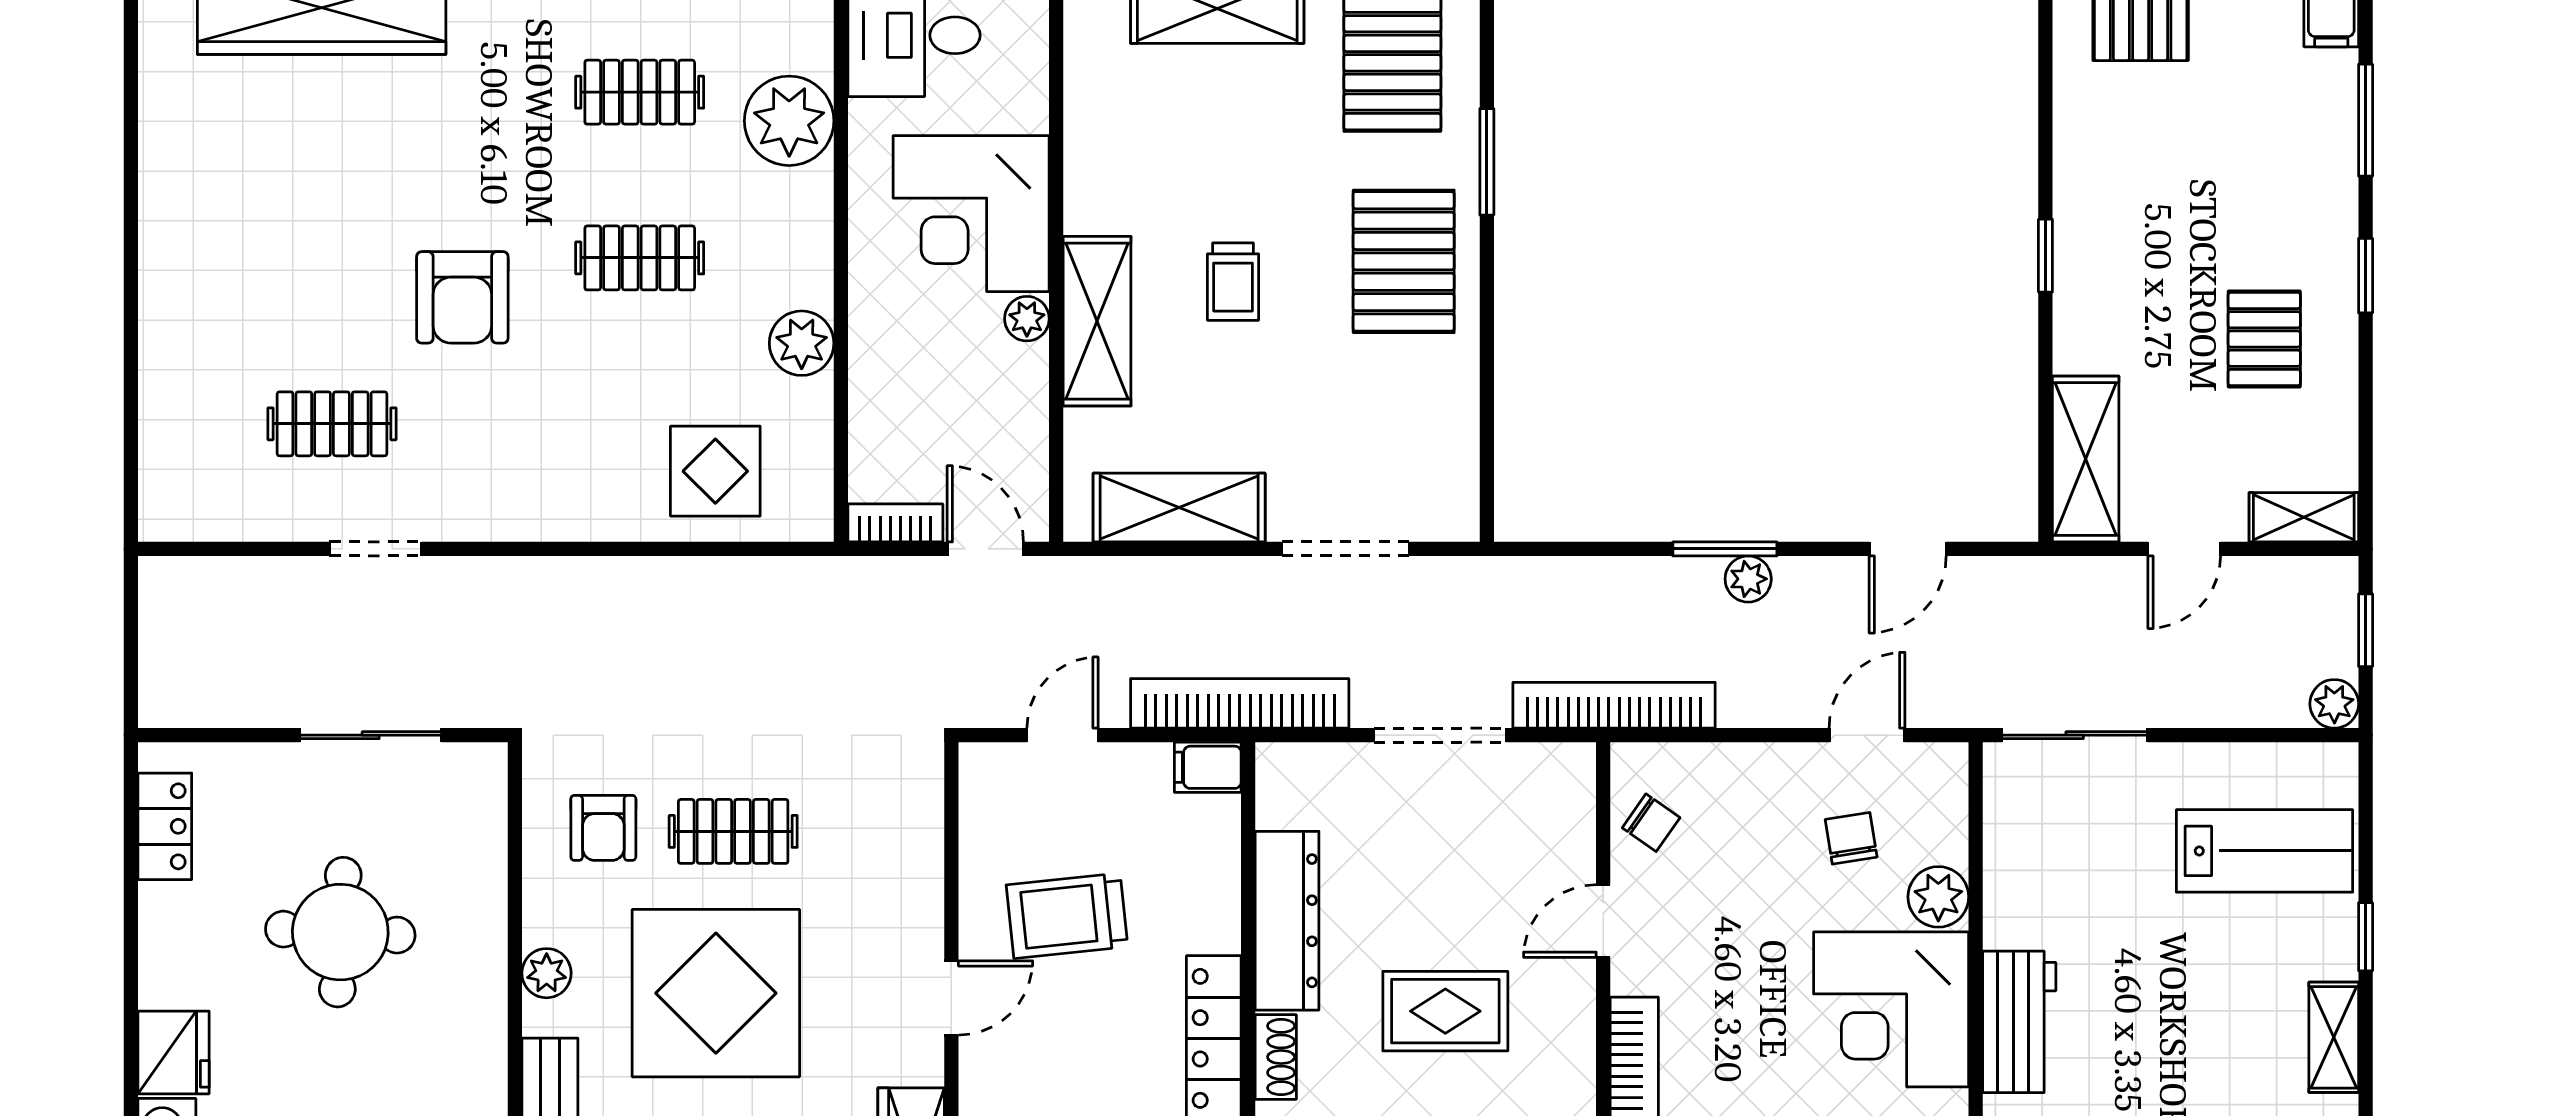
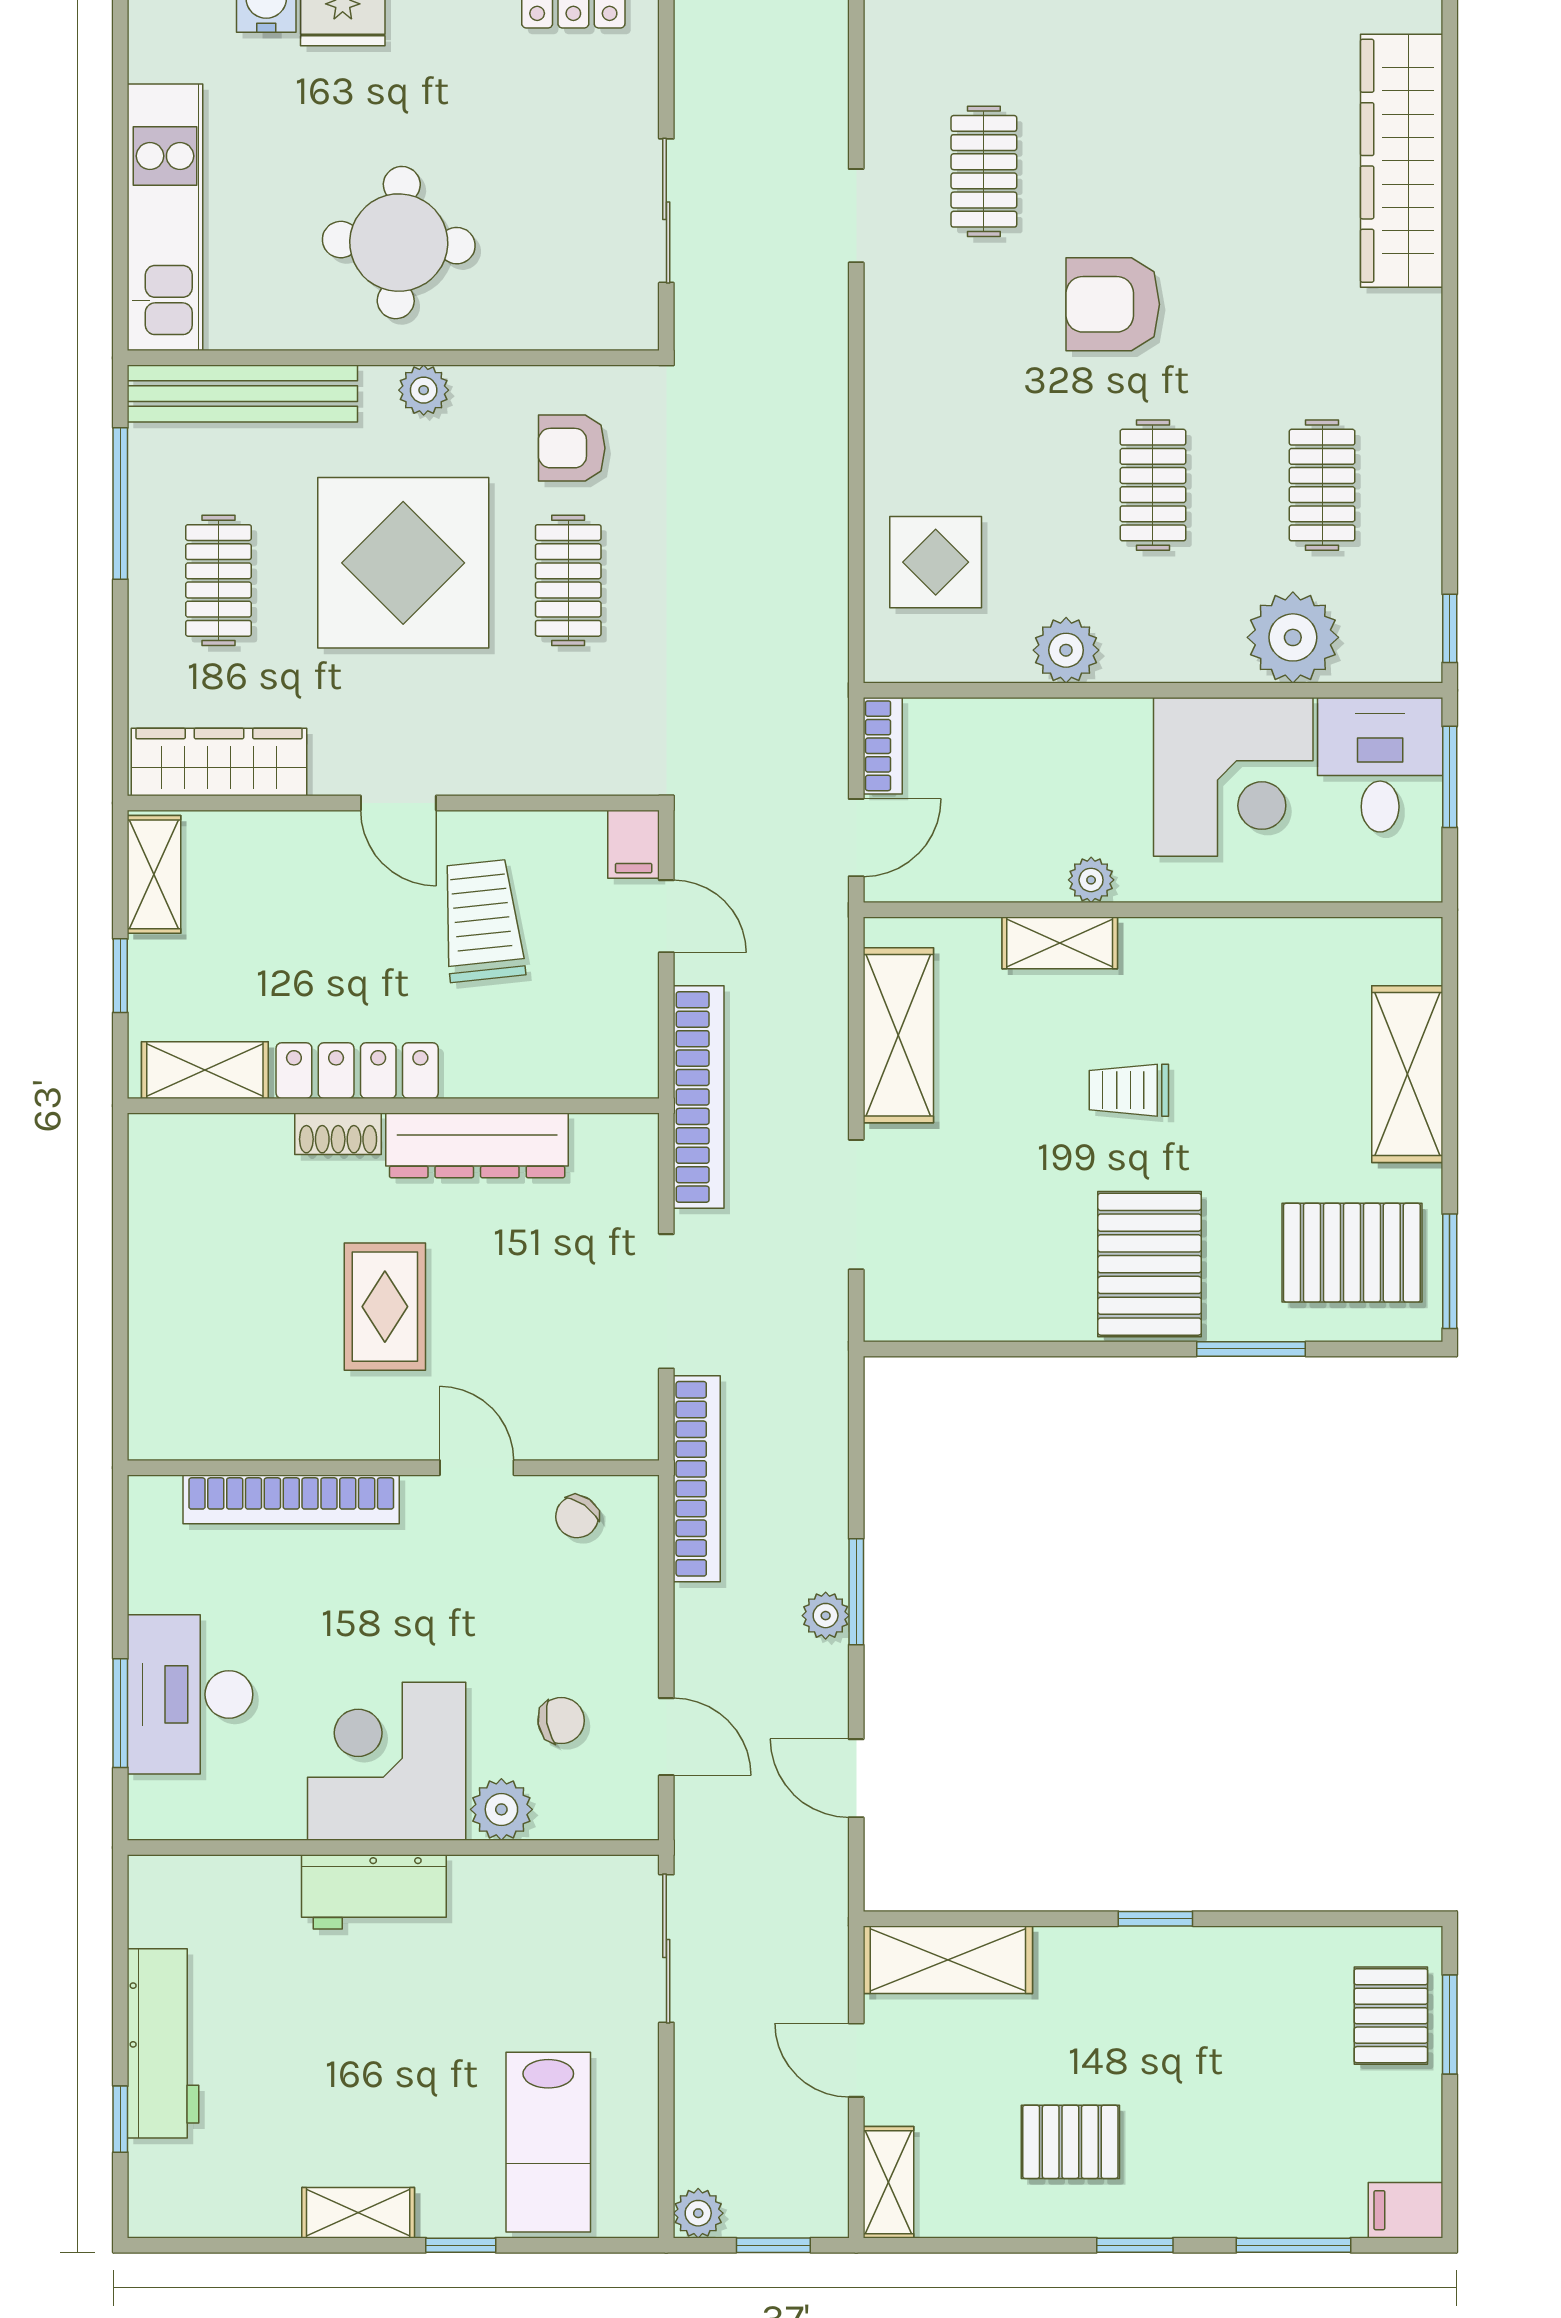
corner desk: (971, 214) -> (1233, 777), moved, turned 180
pallet: (1404, 261) -> (1150, 1264), turned 90
shelving: (1097, 321) -> (1060, 943), width x0.67, depth x0.75
filing cabinet: (1208, 767) -> (634, 844), moved, turned 180
round table: (340, 932) -> (399, 243), moved

